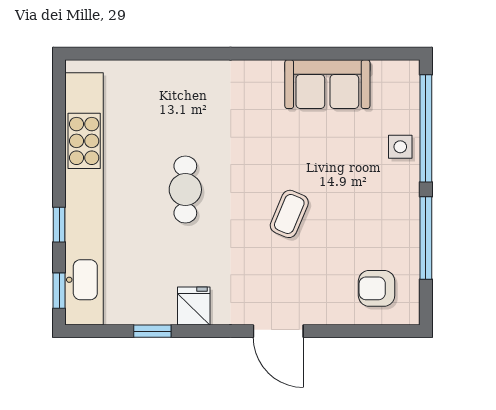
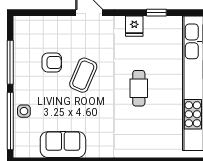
coffee table: (289, 214) -> (83, 75), width x1.36, depth x1.30
armchair: (377, 288) -> (52, 62), moved

